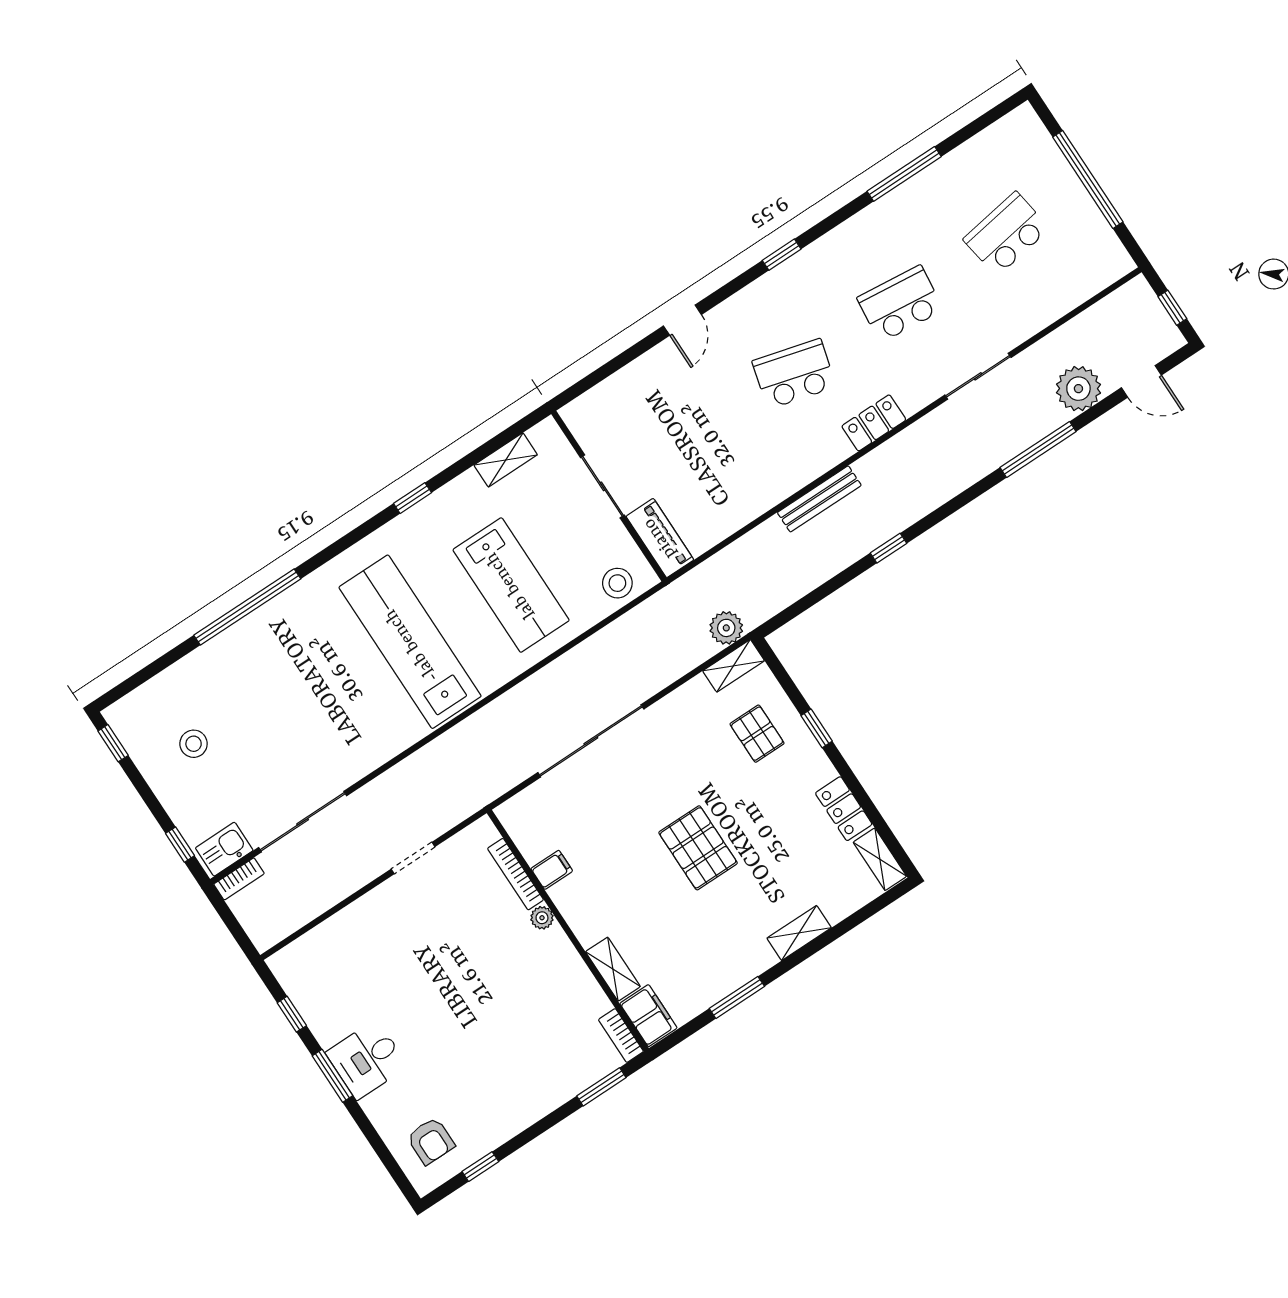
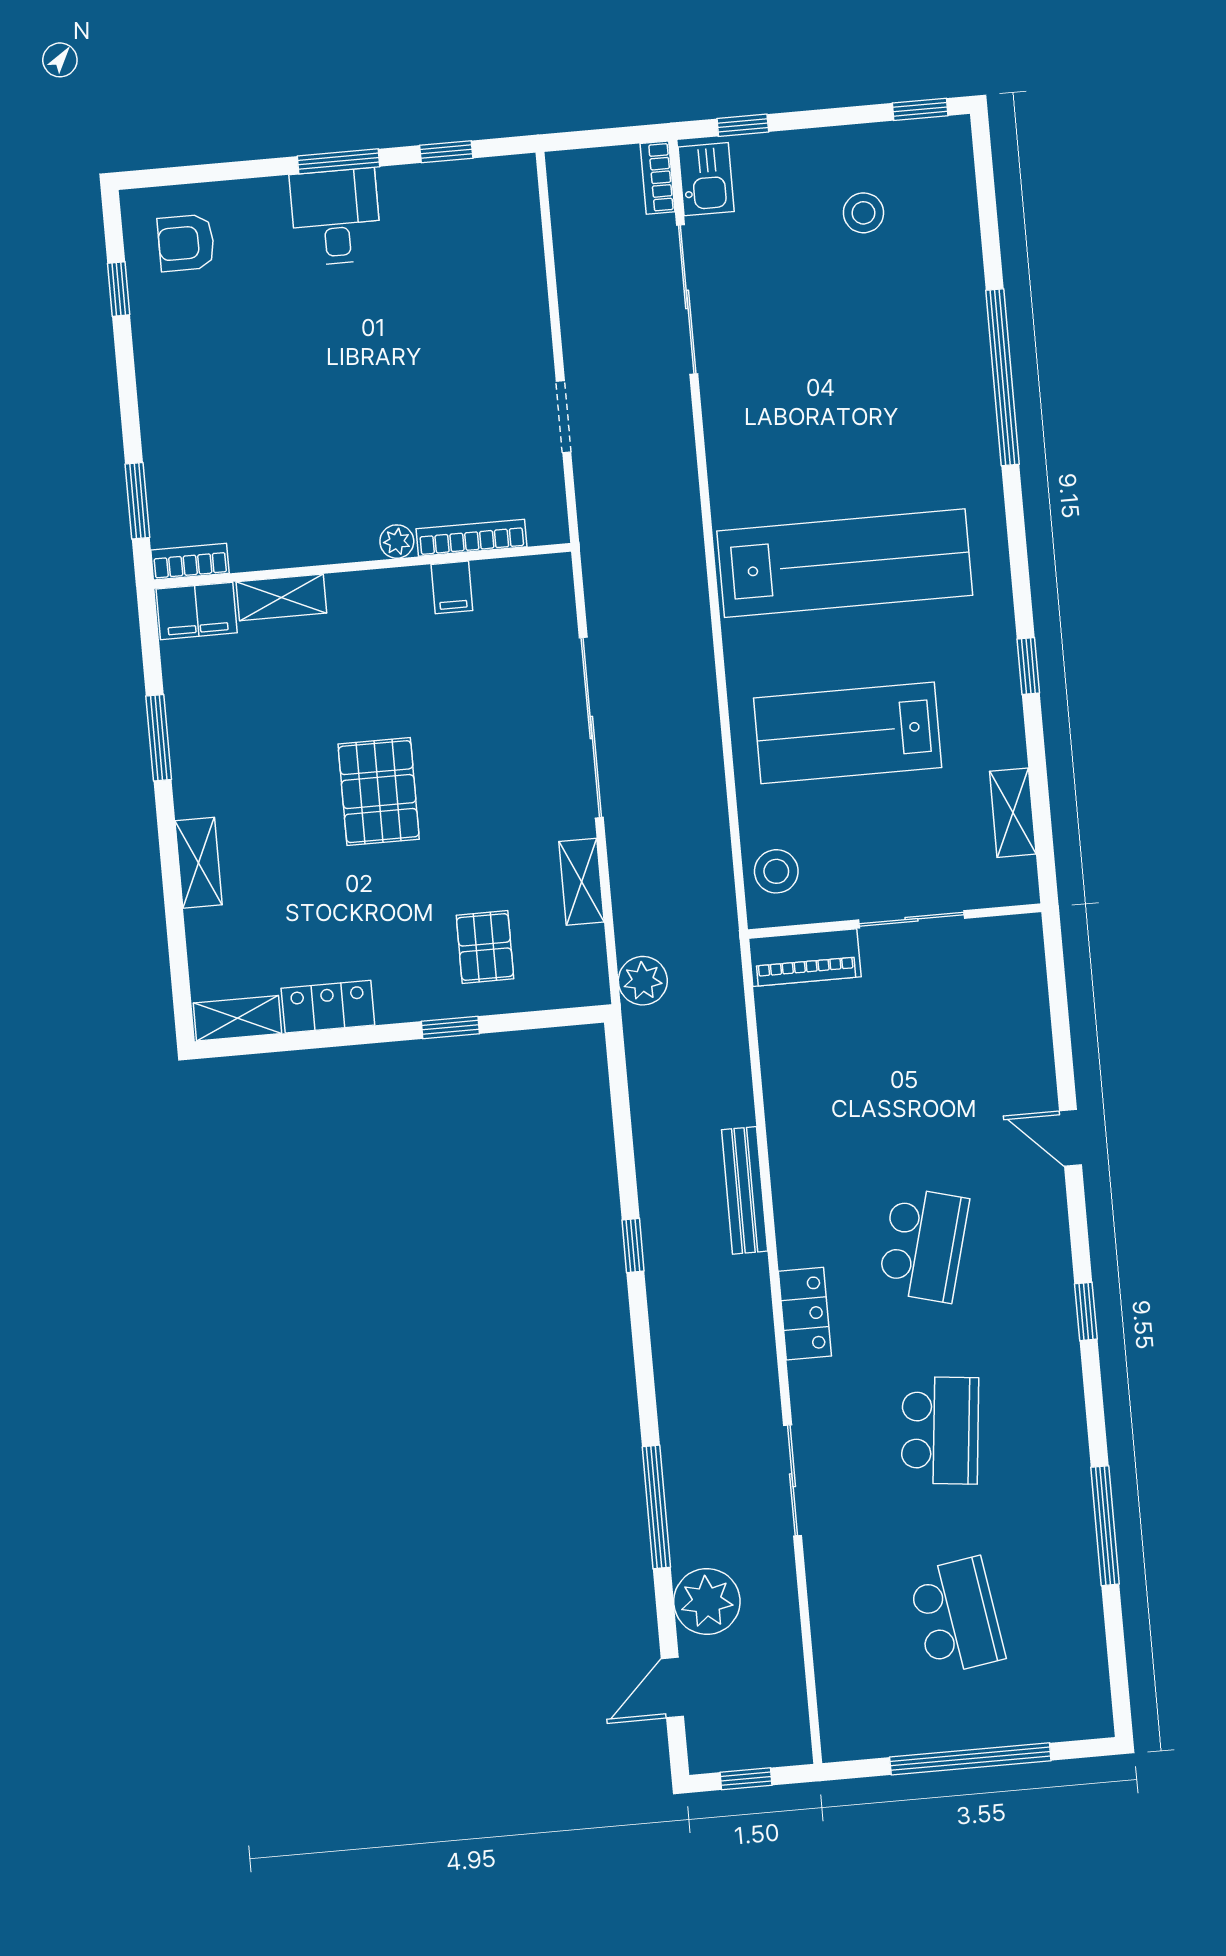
shelving: (734, 666) -> (582, 882), moved
pallet: (757, 734) -> (485, 947), turned 90
pallet: (698, 848) -> (379, 792), turned 90

